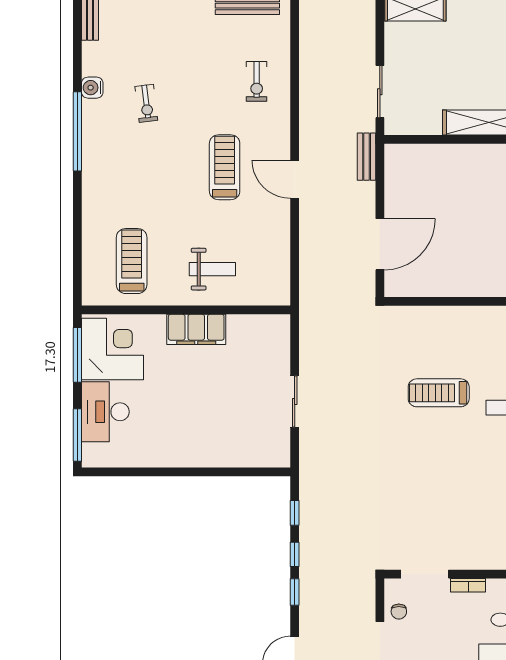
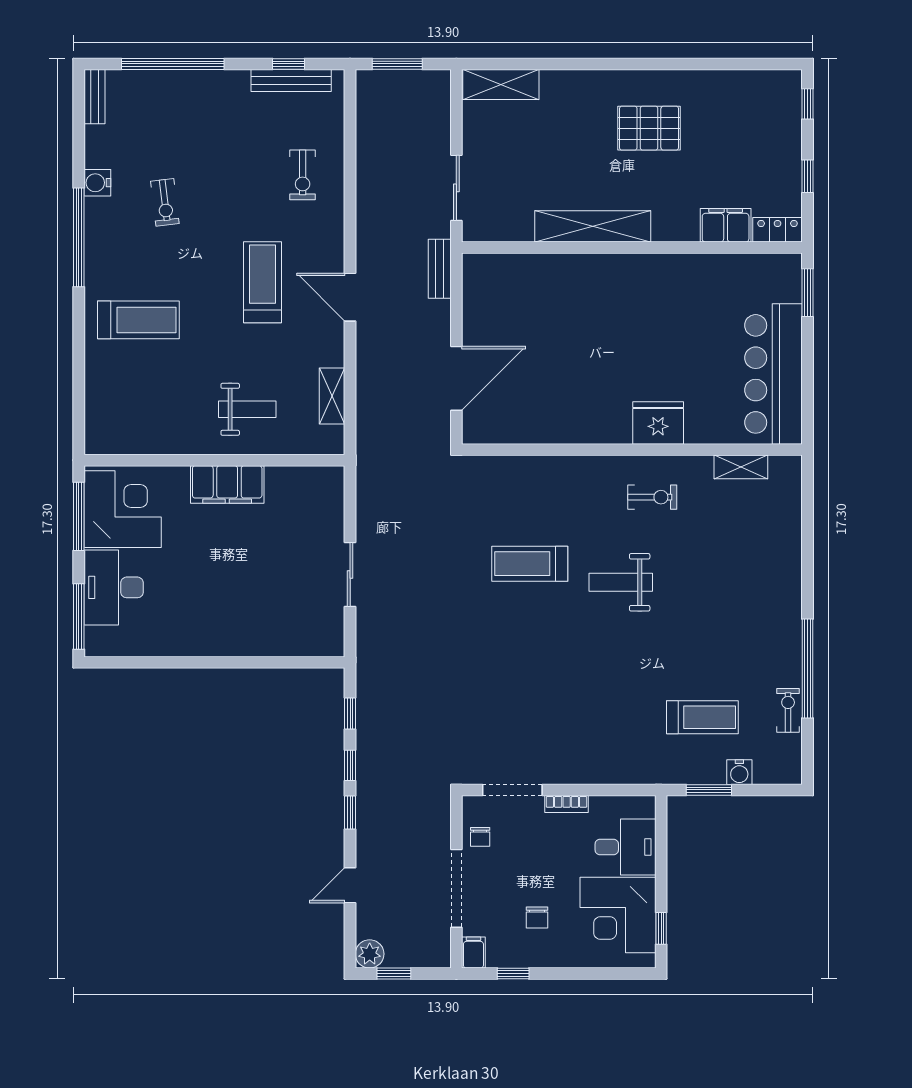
shelving: (280, 258) -> (332, 396), added
treadmill: (132, 261) -> (138, 320), moved, turned 90

